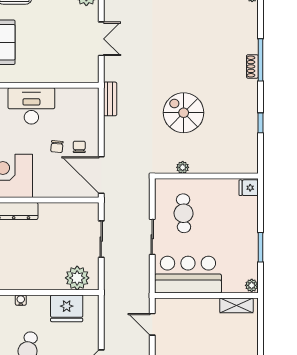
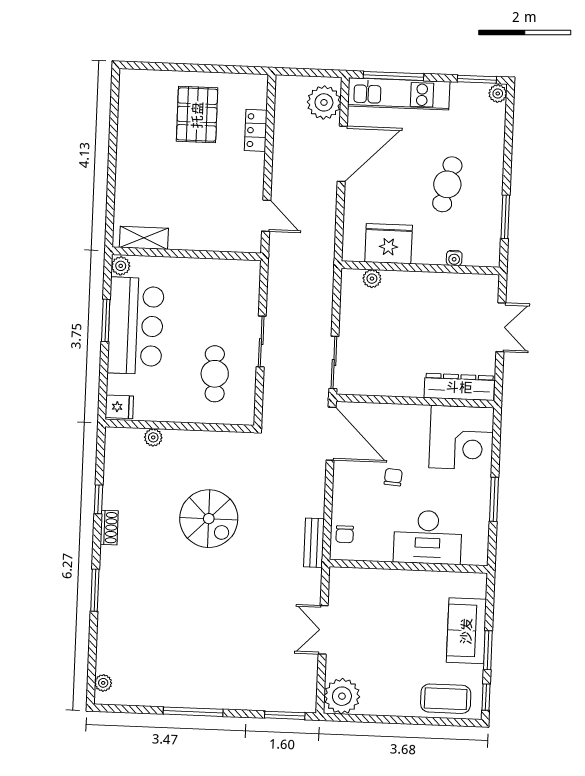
window: (261, 60) -> (95, 590), width x0.69
shoe rack: (252, 66) -> (109, 528), moved
chair: (79, 147) -> (345, 534), moved
plant: (183, 167) -> (153, 437), moved
sliding door: (101, 239) -> (334, 363), moved
bar counter: (188, 275) -> (136, 326), moved, turned -90
plant: (77, 278) -> (372, 279), width x0.53, depth x0.53

